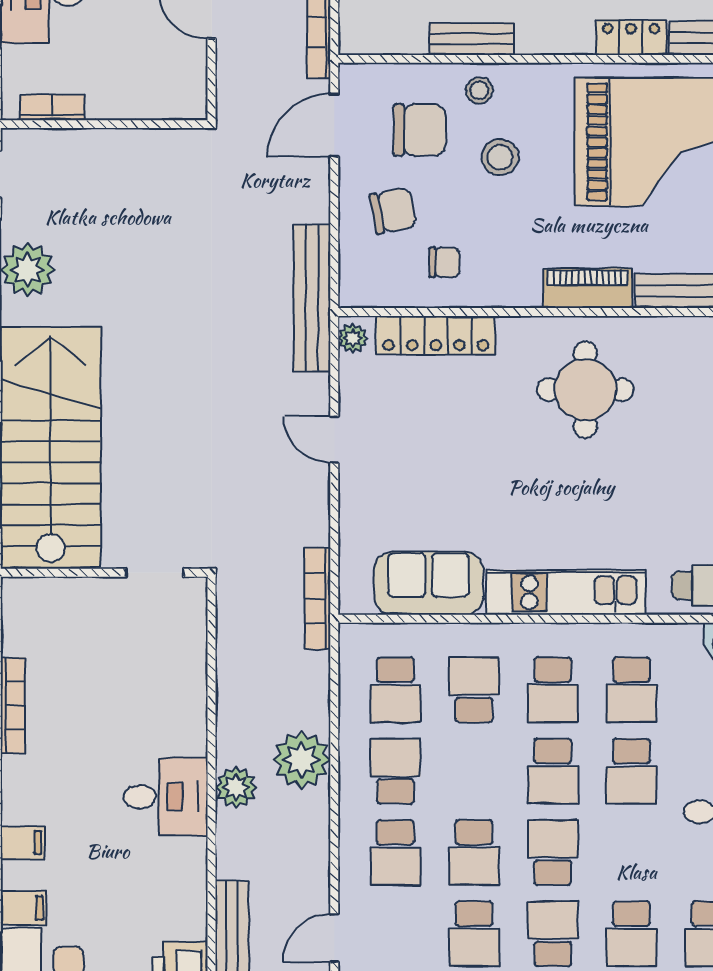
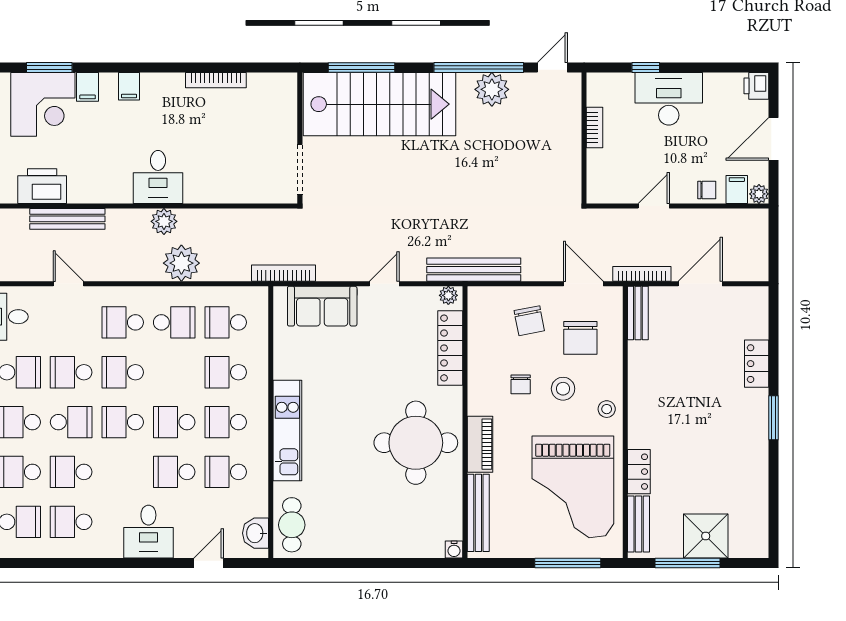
bench: (472, 39) -> (638, 313), moved
stool: (479, 90) -> (607, 409), moved
bookcase: (52, 107) -> (595, 127), moved
chair: (444, 262) -> (521, 384), moved
round table: (585, 390) -> (416, 443), width x1.36, depth x1.36
doorway: (154, 573) -> (300, 170), width x1.38
sofa: (429, 583) -> (322, 306), moved, turned 90
school desk: (474, 690) -> (226, 372), turned 180
school desk: (553, 853) -> (123, 422), turned 180

